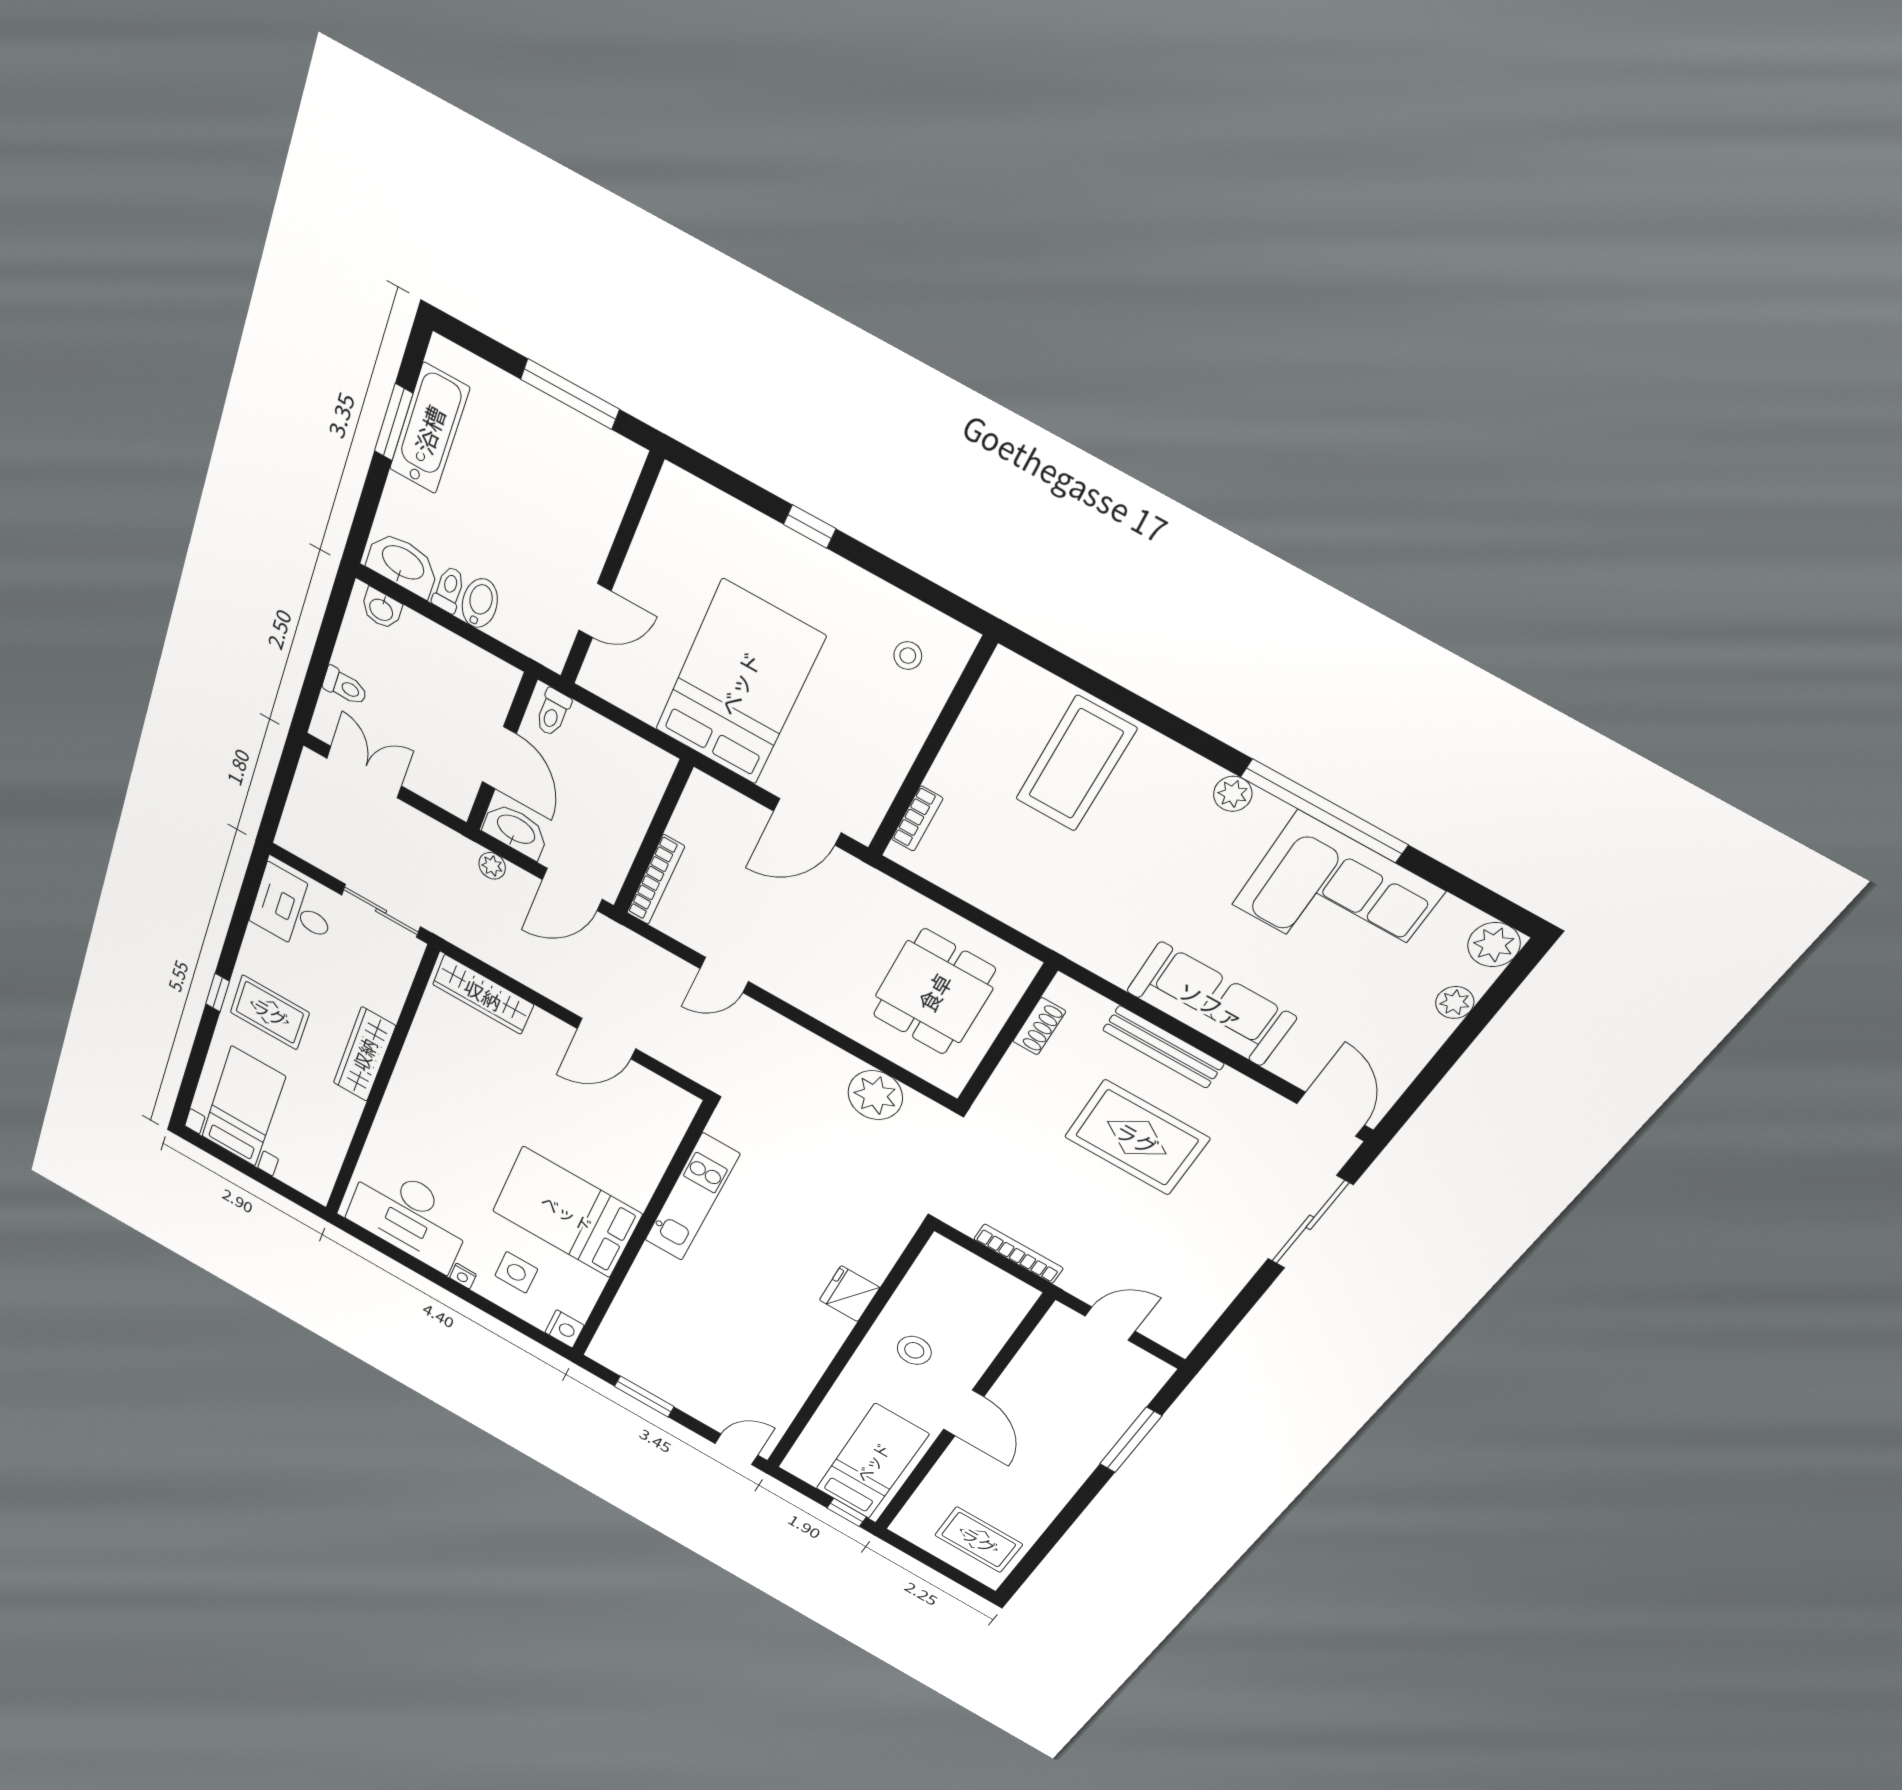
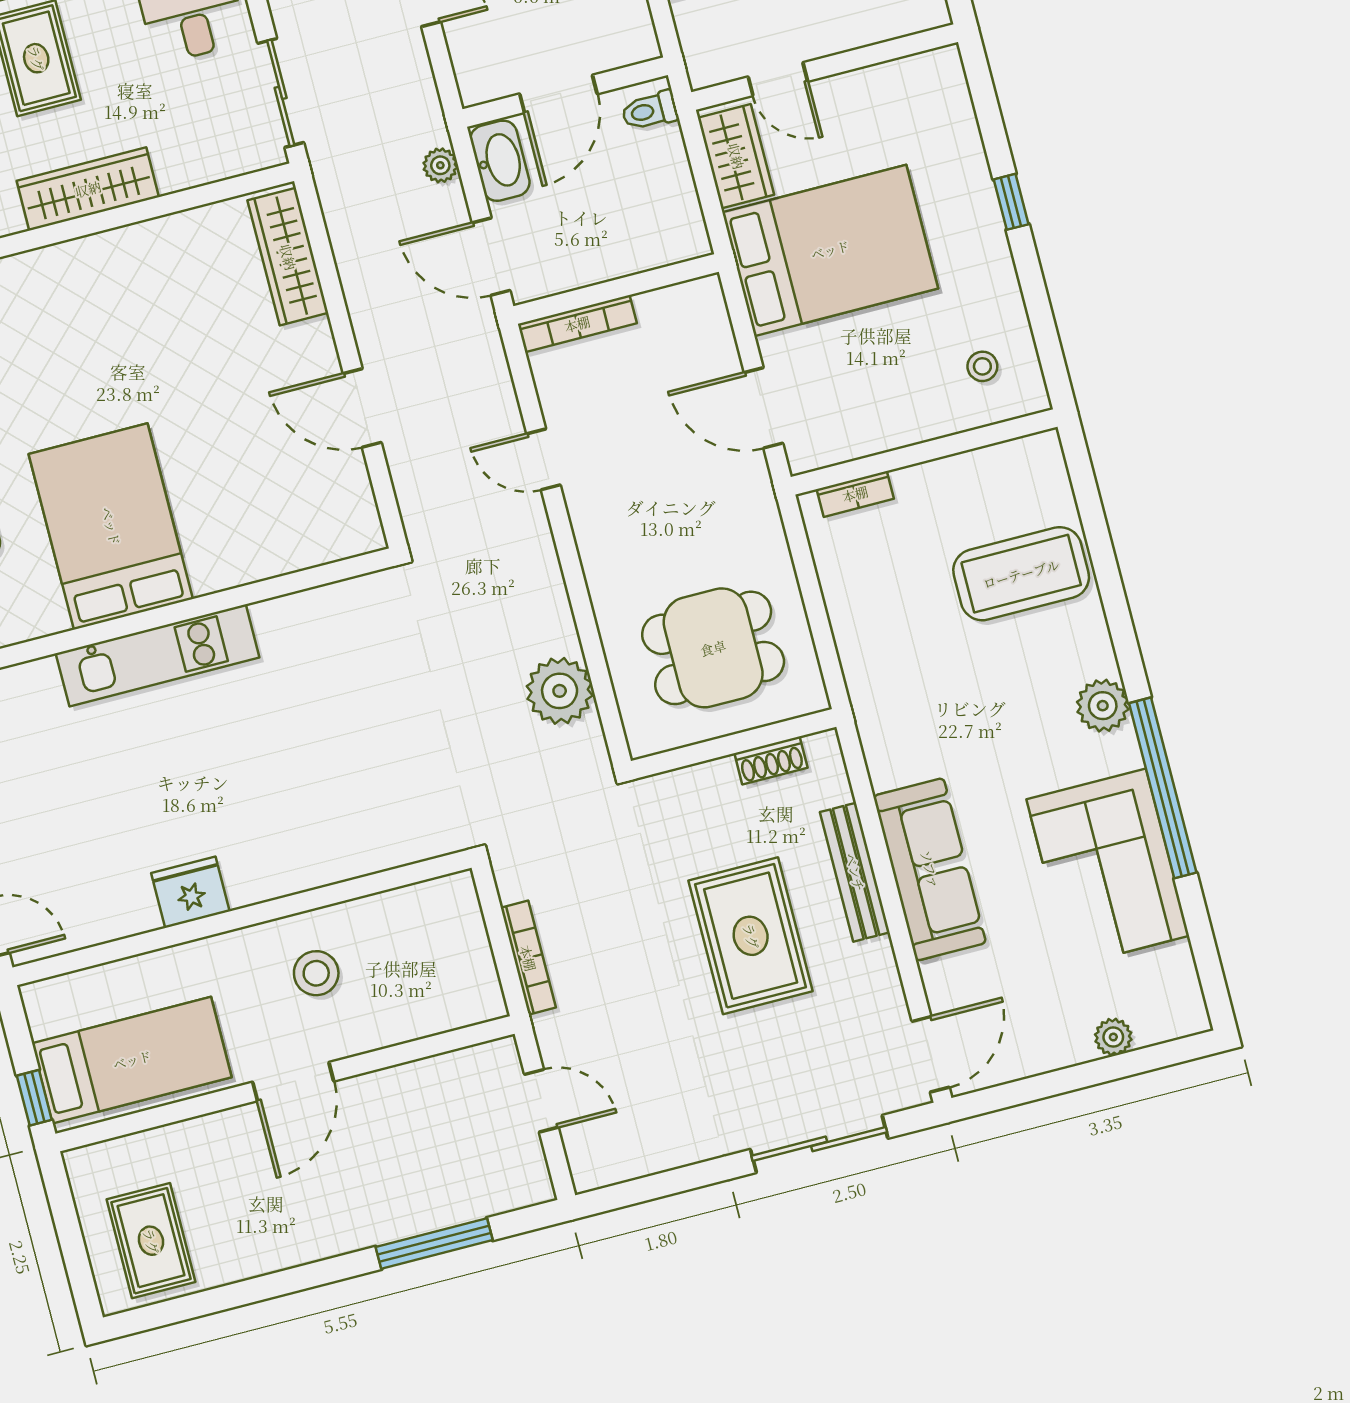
wardrobe: (626, 686) -> (736, 156), added
plant: (1233, 794) -> (1103, 706), width x1.38, depth x1.38
plant: (1494, 945) -> (1183, 1012), removed
kitchen unit: (692, 1198) -> (158, 655), moved
fridge: (849, 1294) -> (190, 892), moved

